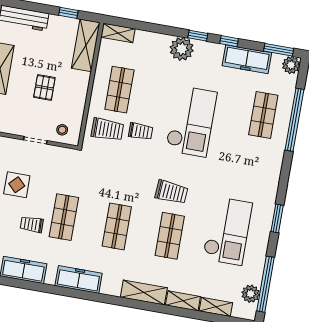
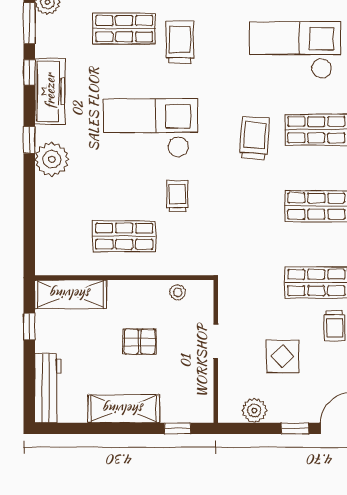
shelving: (118, 33) -> (45, 252), removed
window: (229, 41) -> (29, 72), moved
freezer: (247, 59) -> (50, 91), moved
trolley: (107, 129) -> (180, 42), moved
stool: (62, 130) -> (178, 292), moved

